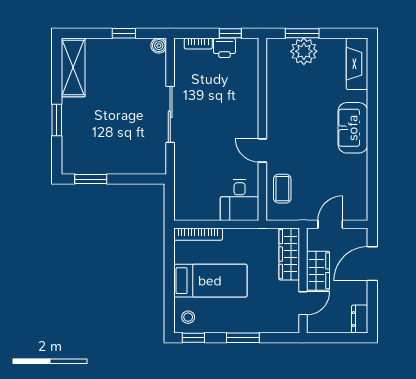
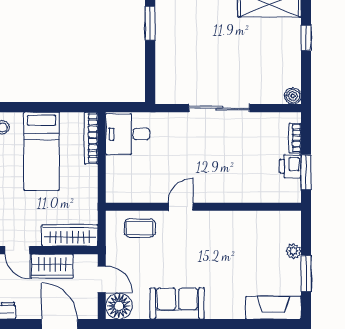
window: (124, 33) -> (306, 38), moved
window: (230, 33) -> (306, 172), width x1.50
window: (302, 33) -> (306, 274), moved
plant: (304, 51) -> (293, 251), width x0.53, depth x0.53
sofa: (353, 128) -> (177, 303), moved
desk: (240, 200) -> (128, 134), moved
floor lamp: (355, 208) -> (119, 306), added

